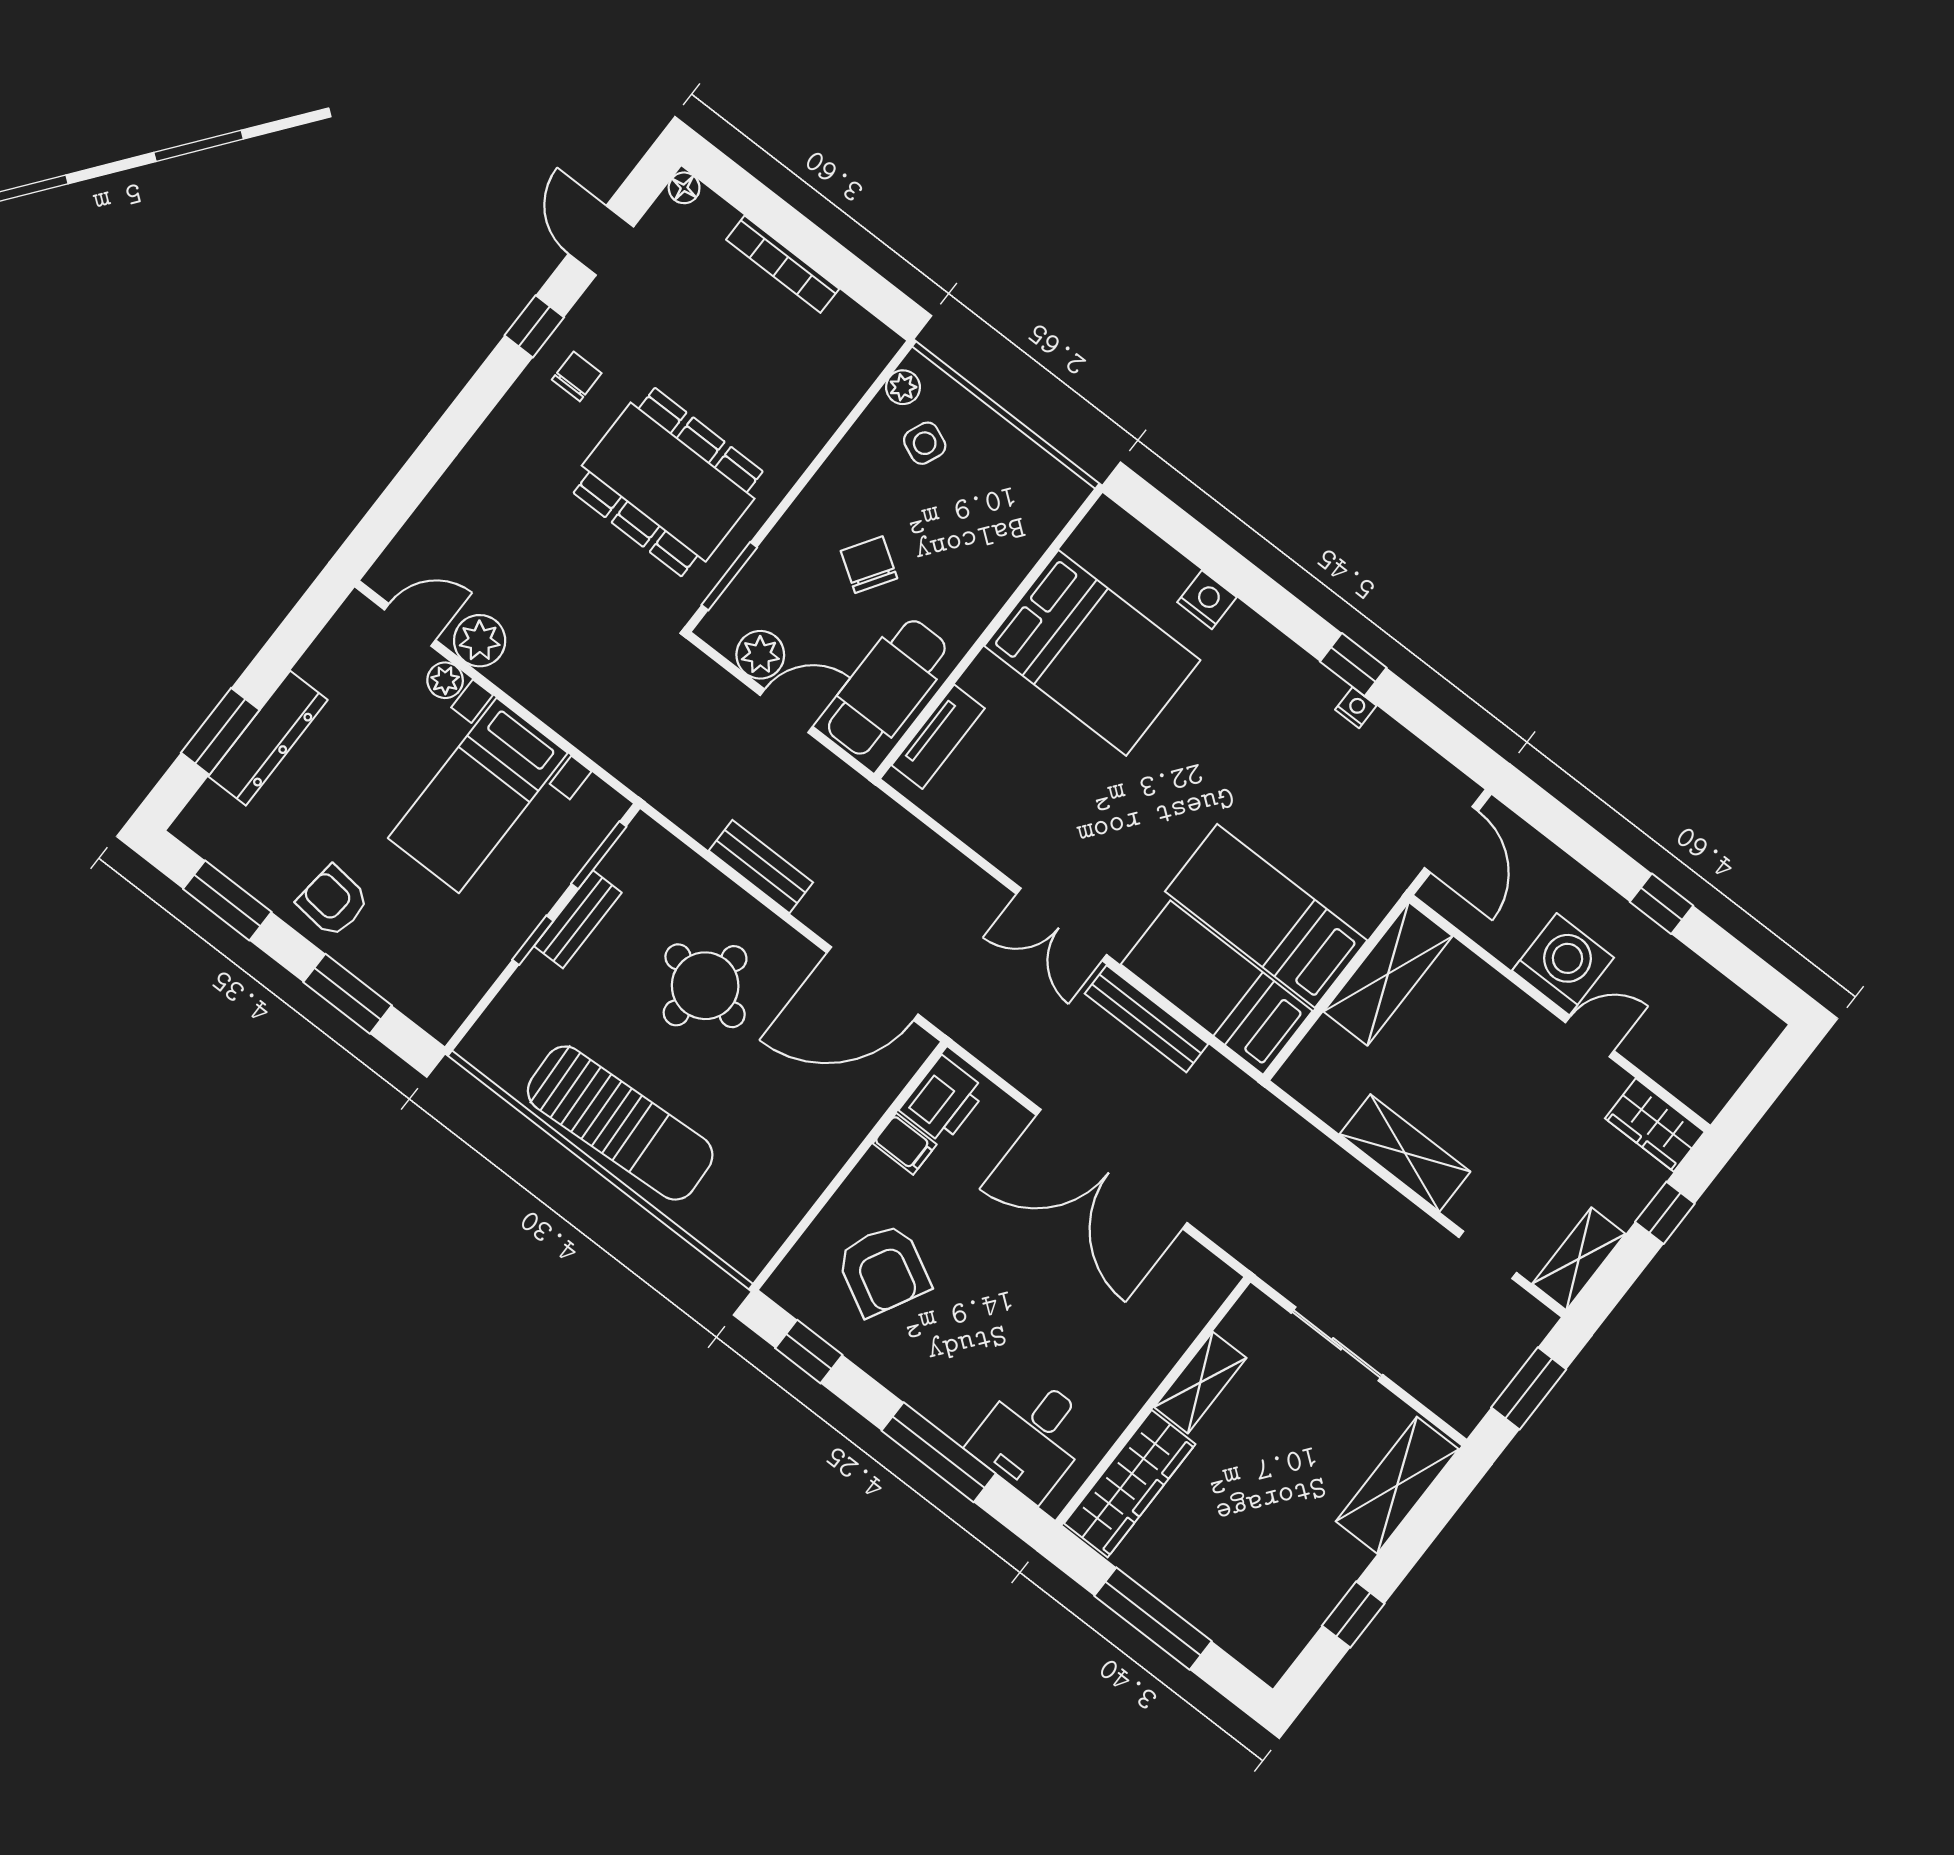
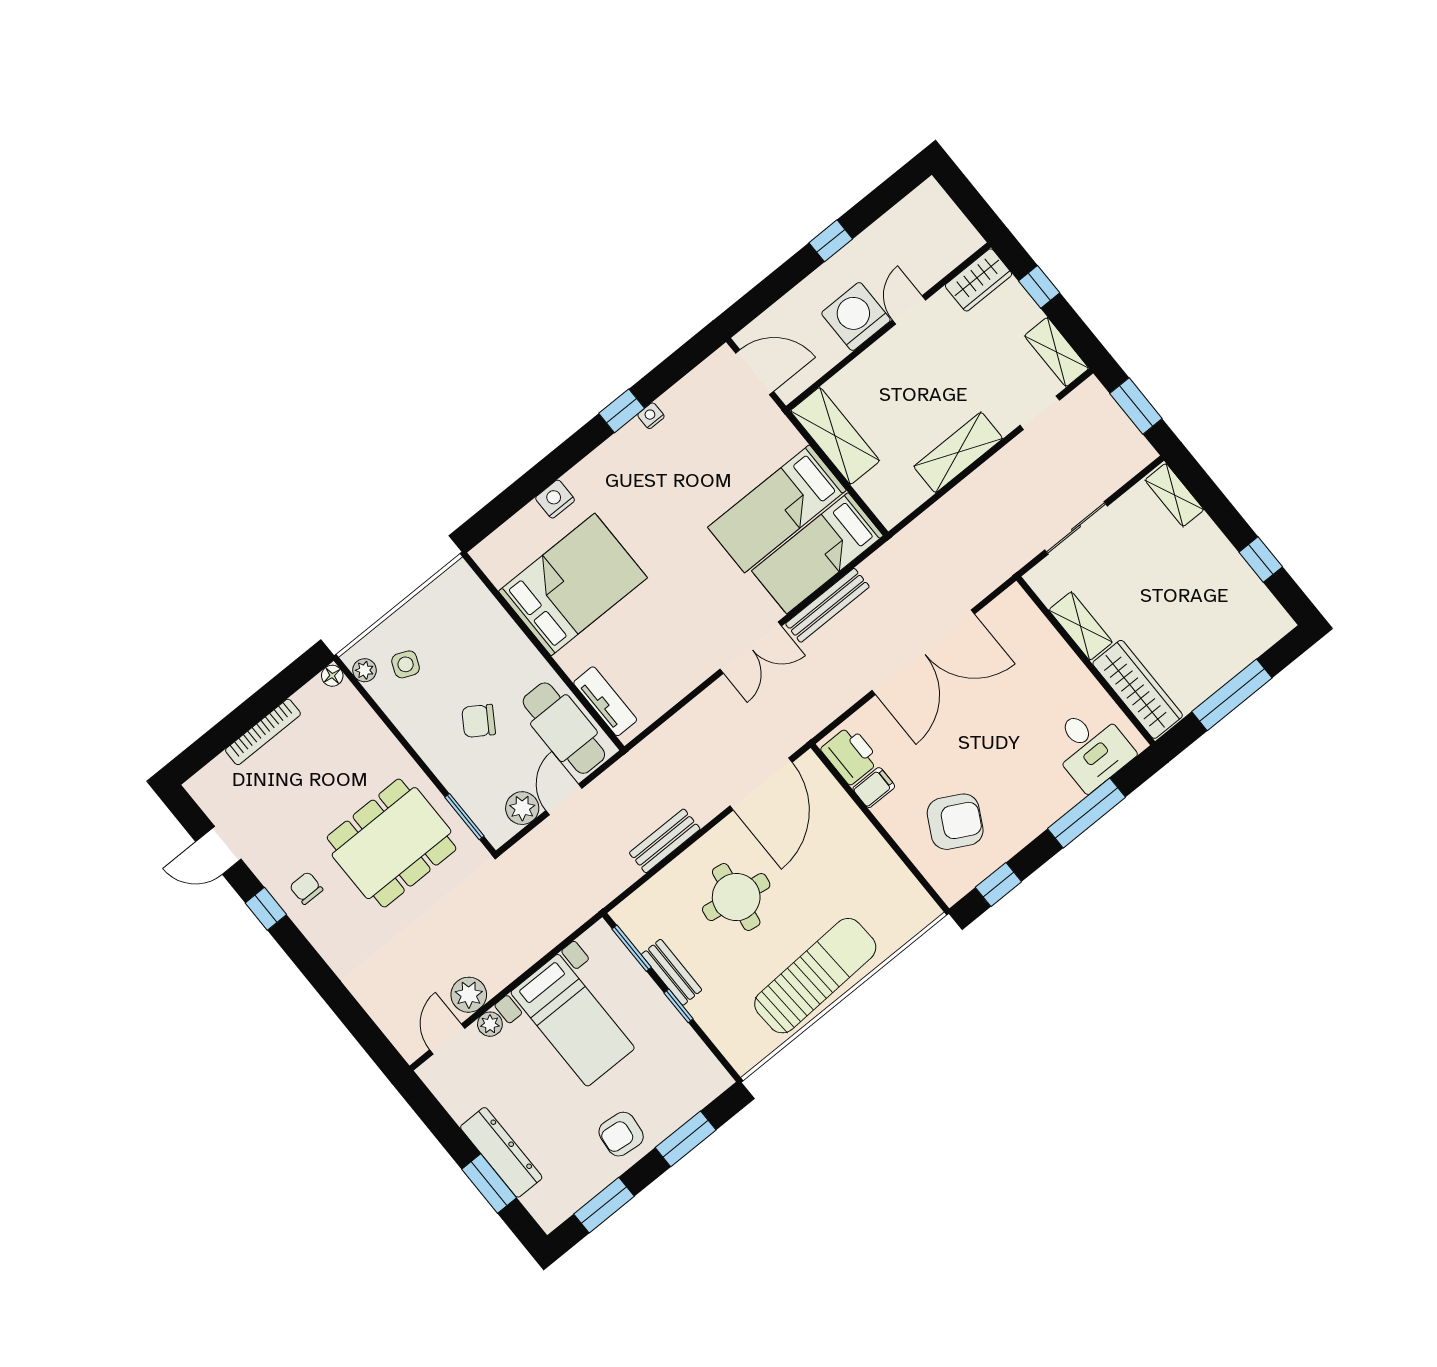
floor lamp: (684, 188) -> (332, 676), moved
shelving: (1397, 1485) -> (1174, 495), width x0.67, depth x0.75

